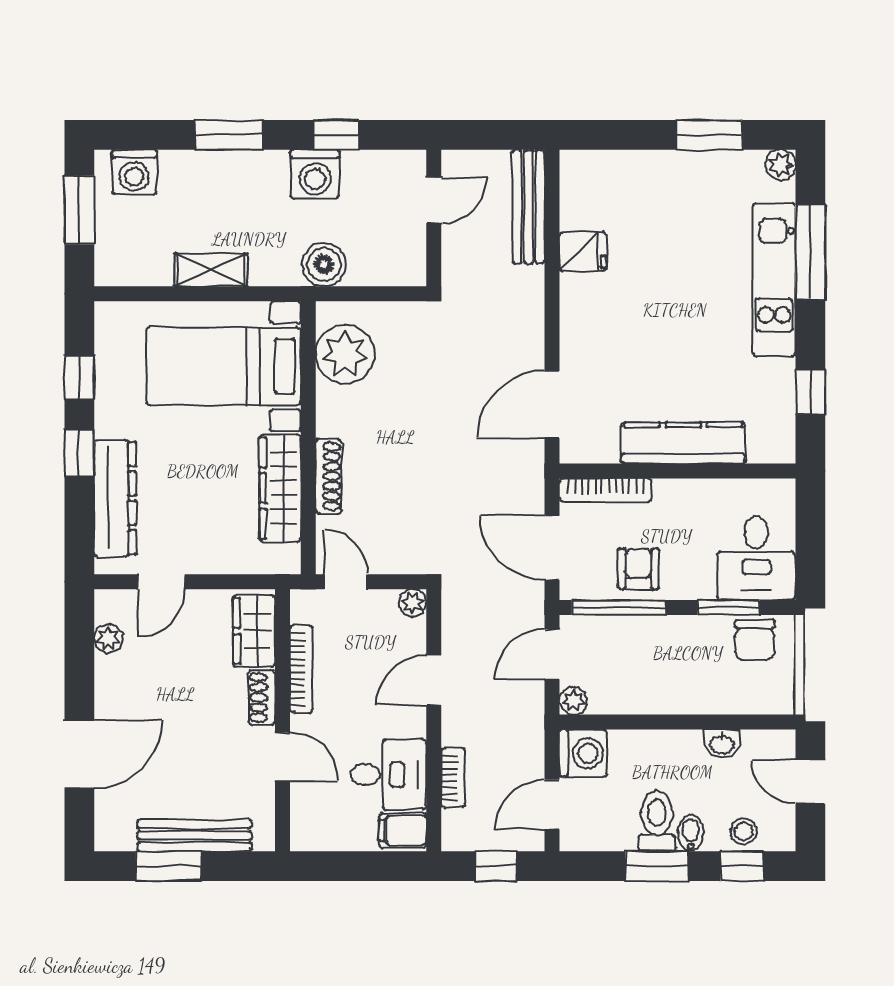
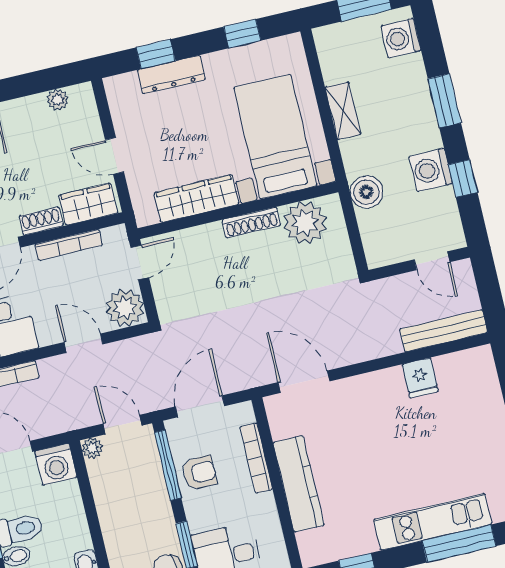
window: (79, 453) -> (156, 54), moved
shoe rack: (328, 476) -> (251, 223), moved
bookcase: (605, 490) -> (256, 458), moved
dresser: (115, 498) -> (171, 75), width x0.73, depth x0.80
door: (161, 582) -> (115, 156), moved
plant: (413, 603) -> (125, 308), width x1.88, depth x1.88

